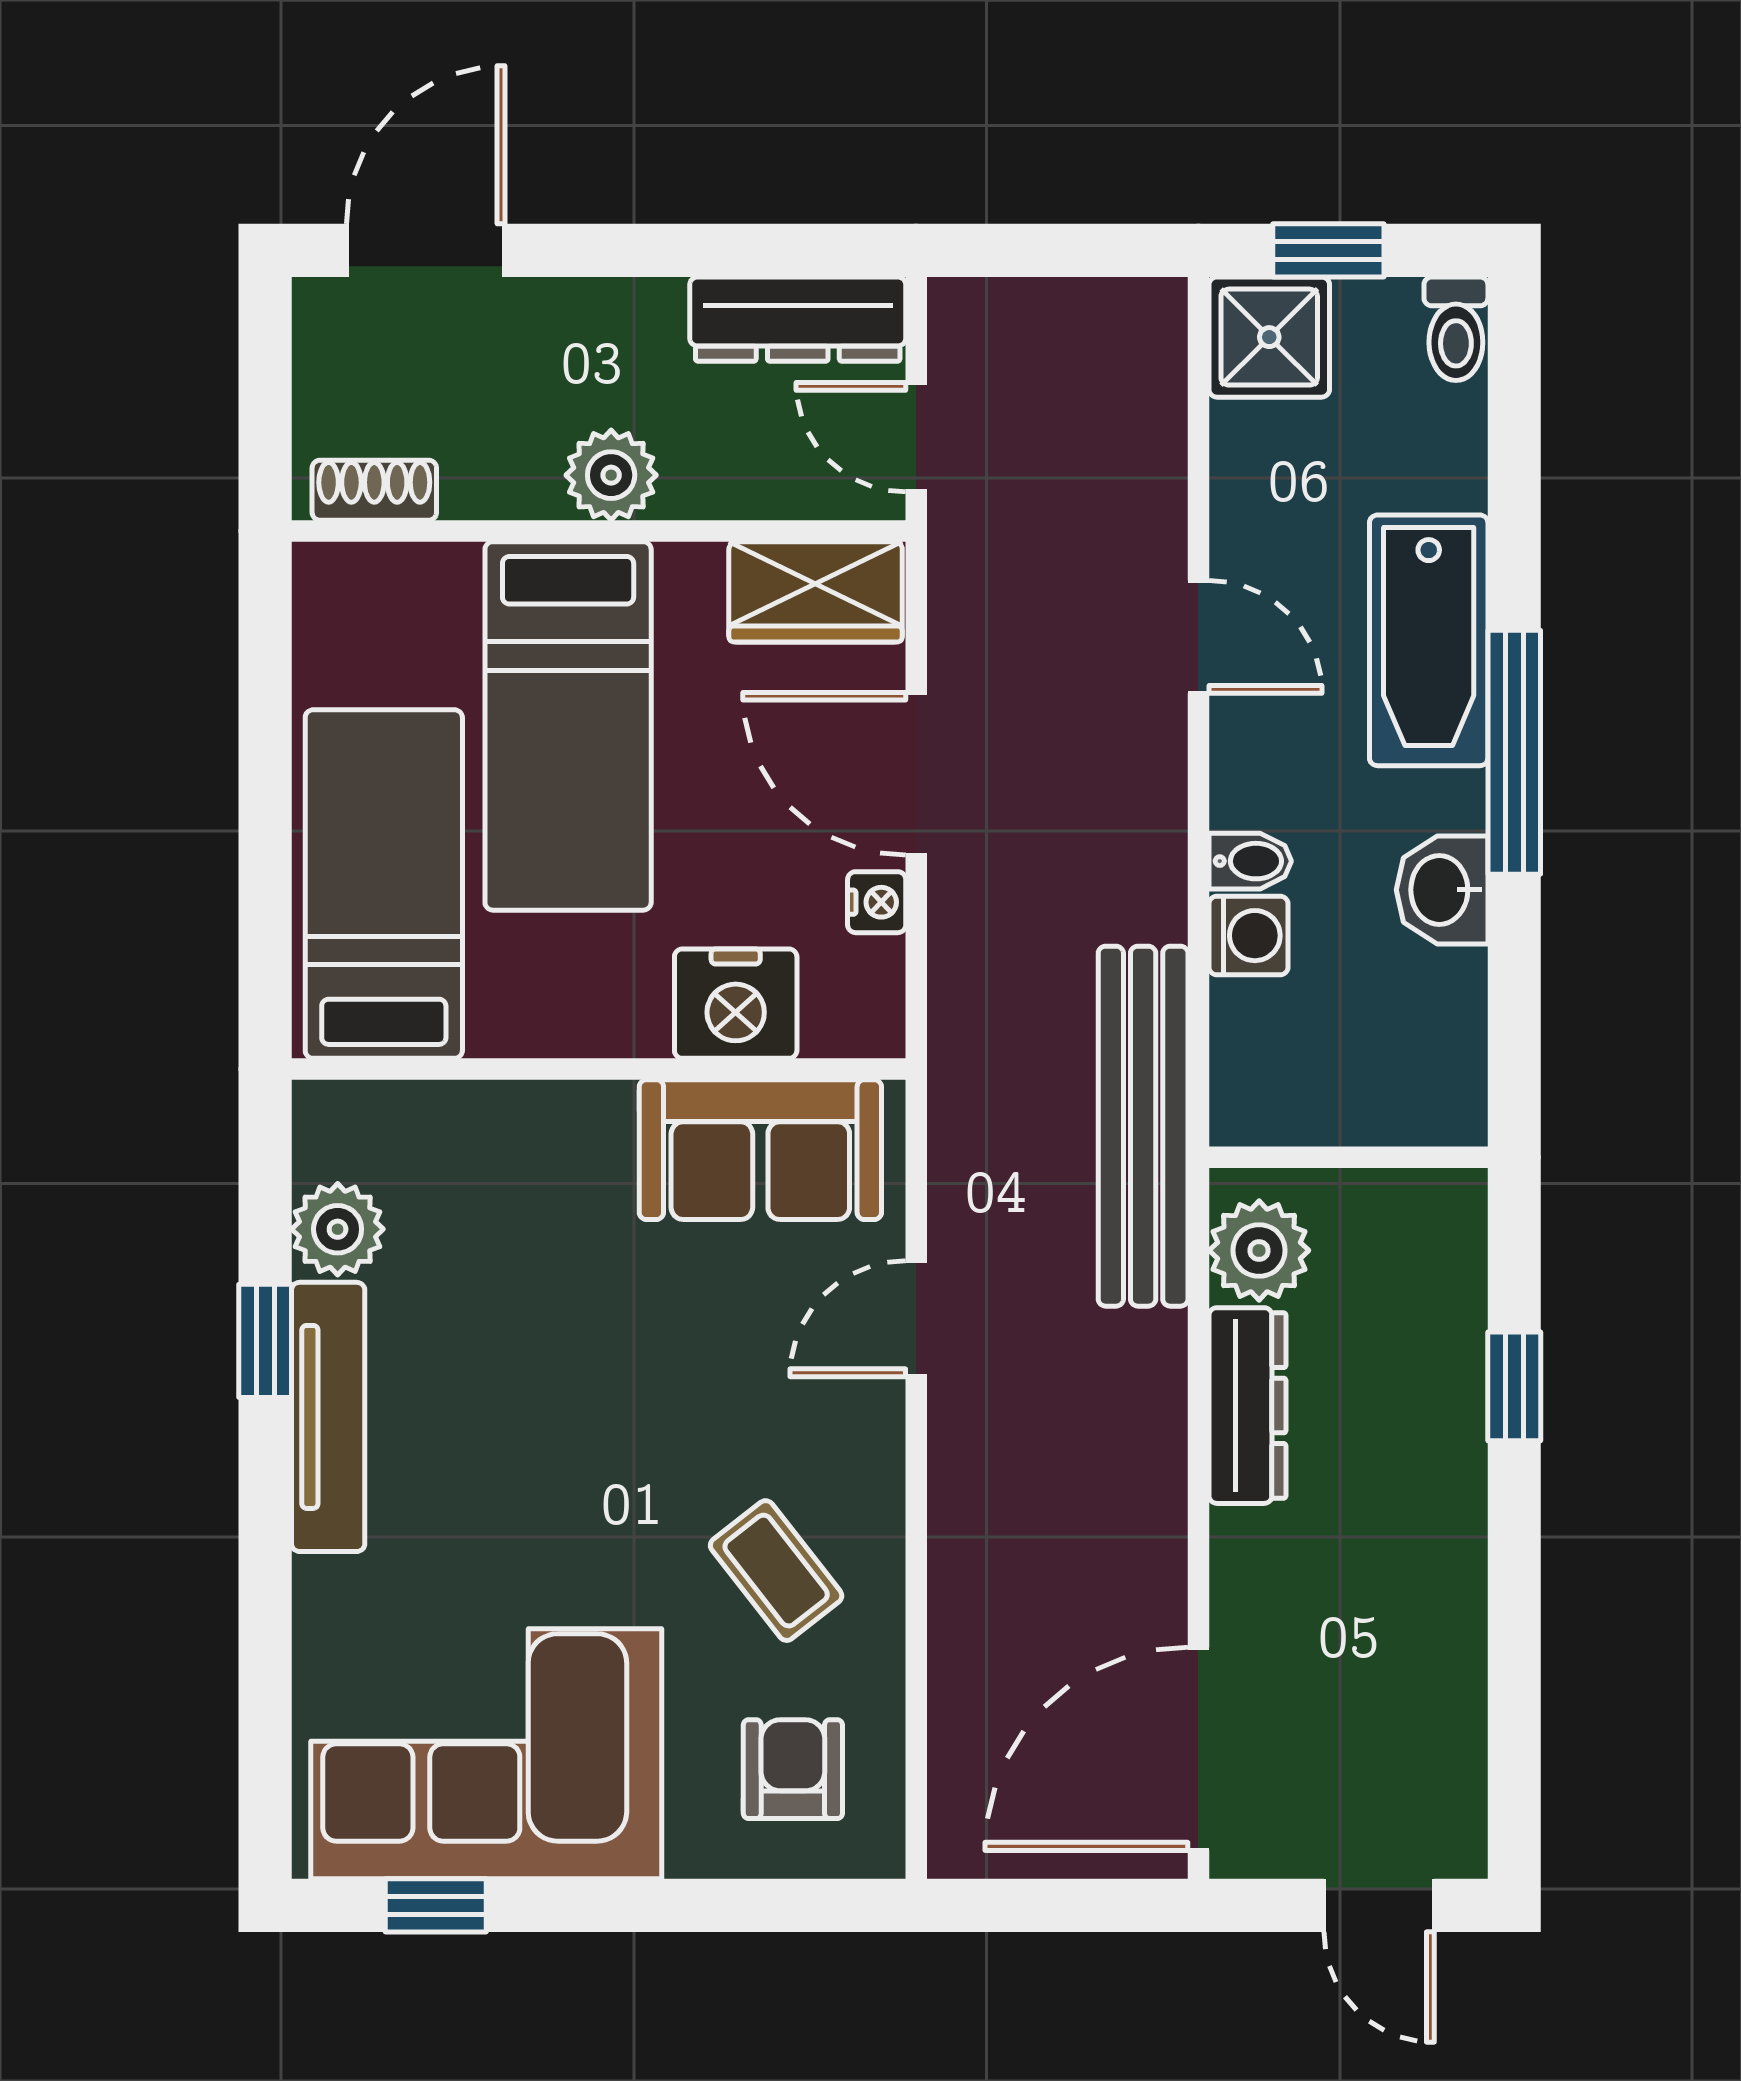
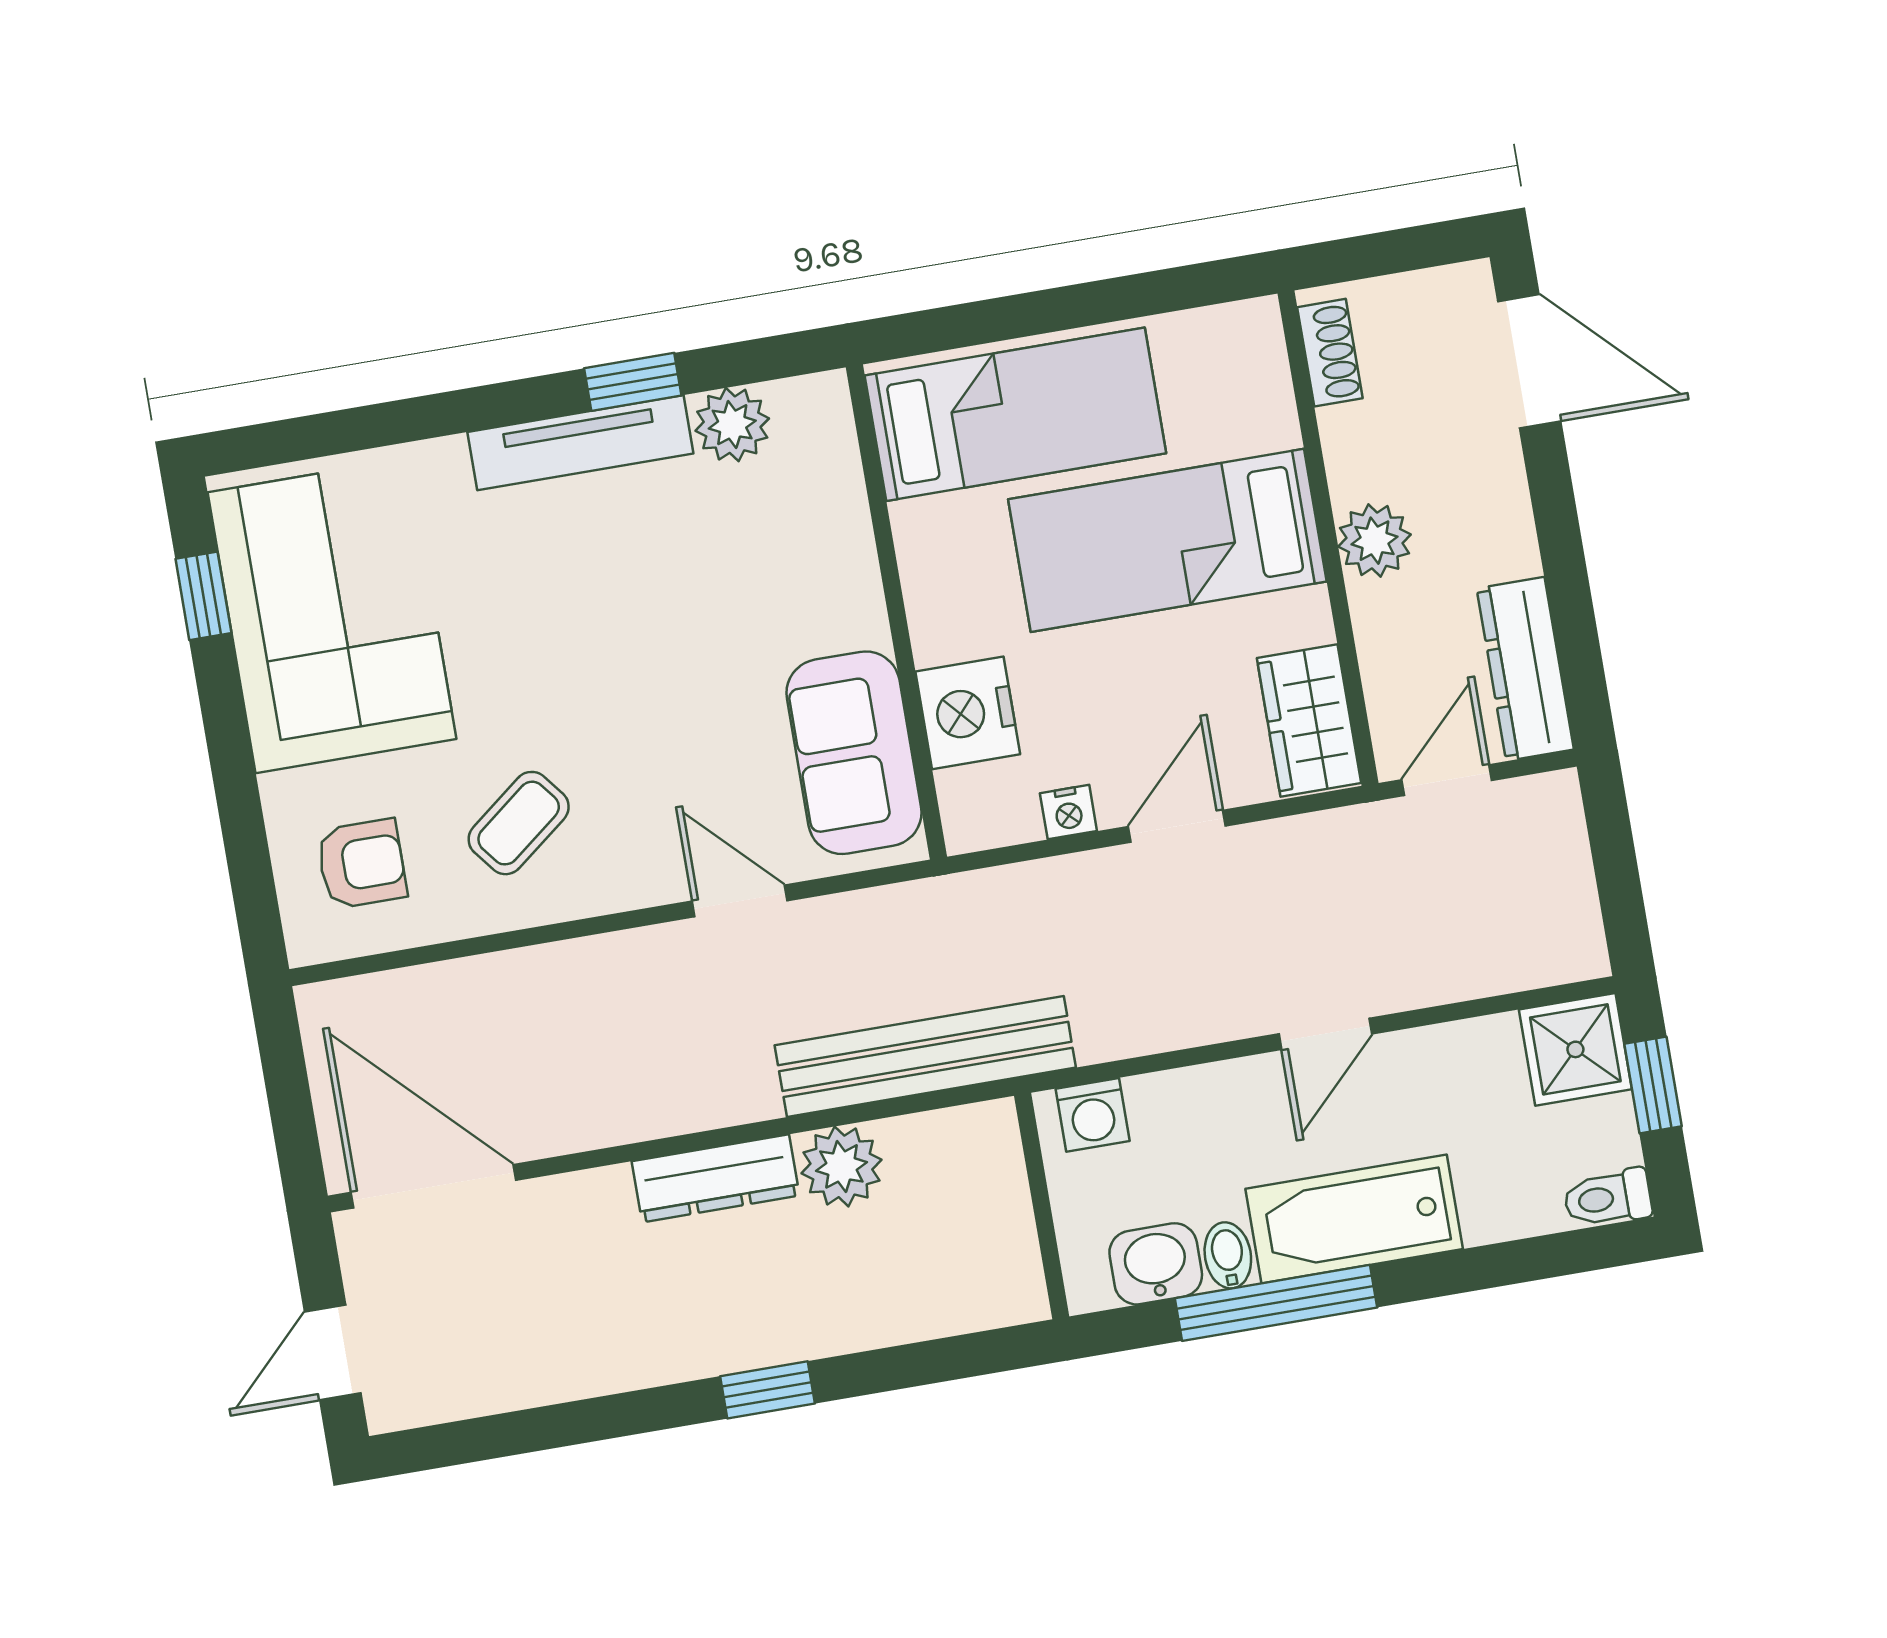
door: (916, 774) -> (1177, 826), width x0.73
bidet: (1250, 861) -> (1228, 1255), moved, turned 180
wall: (1348, 1157) -> (1042, 1206), moved

